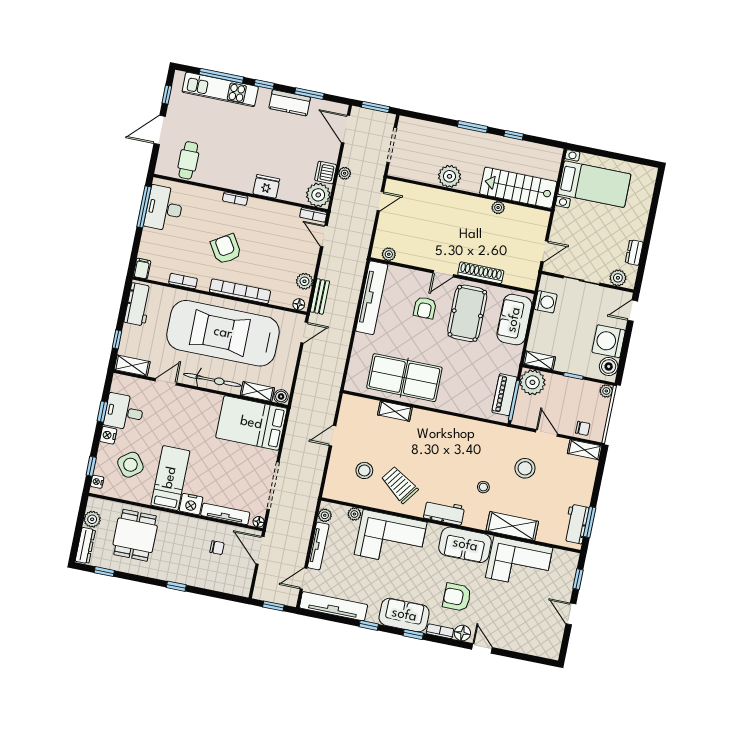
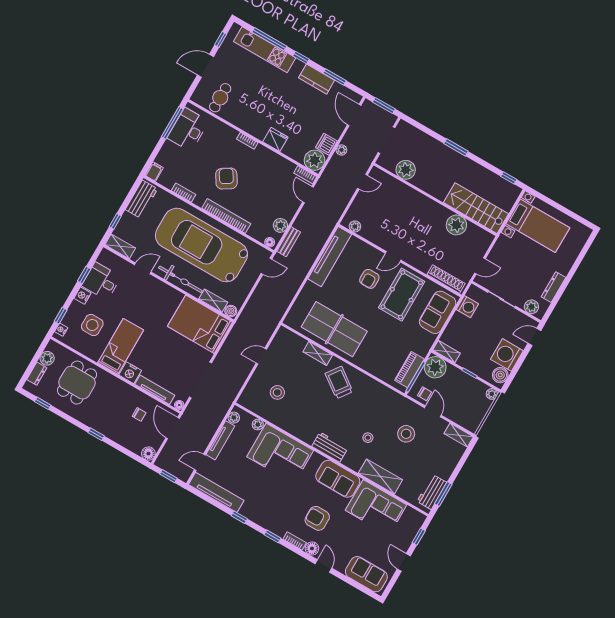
window: (514, 135) -> (509, 178), moved
plant: (449, 176) -> (406, 170), moved
plant: (498, 208) -> (456, 225), width x1.87, depth x1.87
dresser: (634, 253) -> (553, 287), width x1.44
shoe rack: (481, 273) -> (446, 279), moved
chair: (583, 428) -> (425, 394), moved
side table: (130, 465) -> (92, 325), turned 37
trolley: (400, 485) -> (339, 383), moved
dresser: (85, 546) -> (37, 374), width x0.70
floor lamp: (242, 588) -> (148, 454), added
sofa: (404, 615) -> (366, 574), moved

